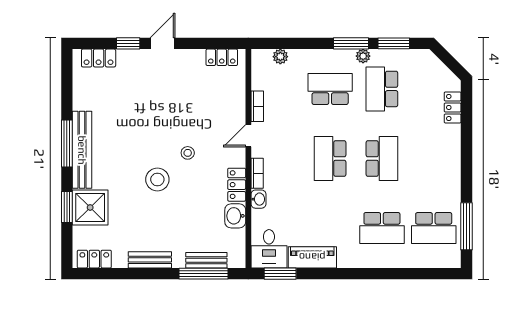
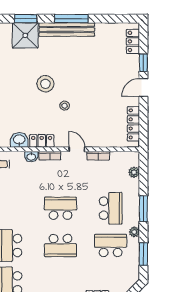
door: (163, 43) -> (143, 87), swing flipped
window: (351, 43) -> (143, 209), moved
locker: (222, 57) -> (133, 124), width x1.53

